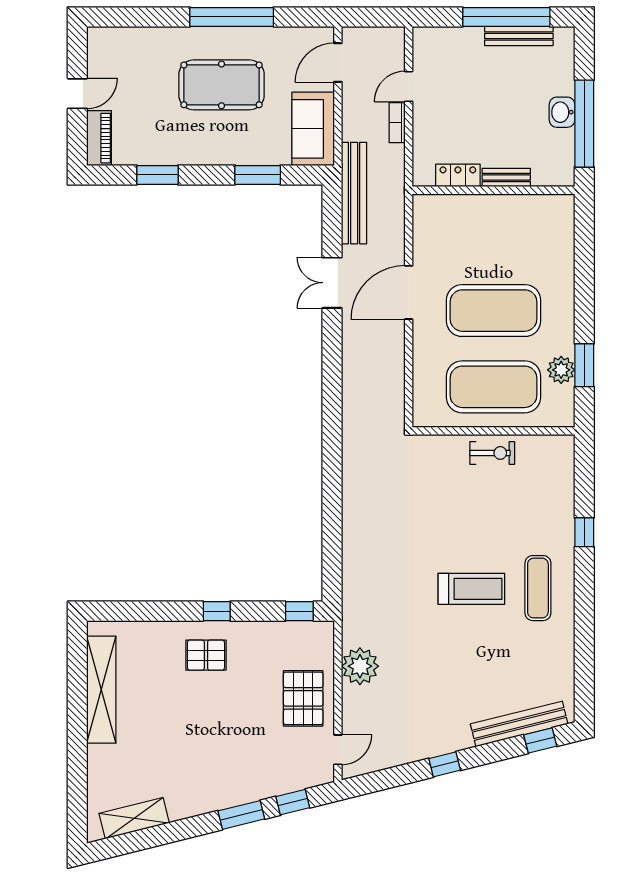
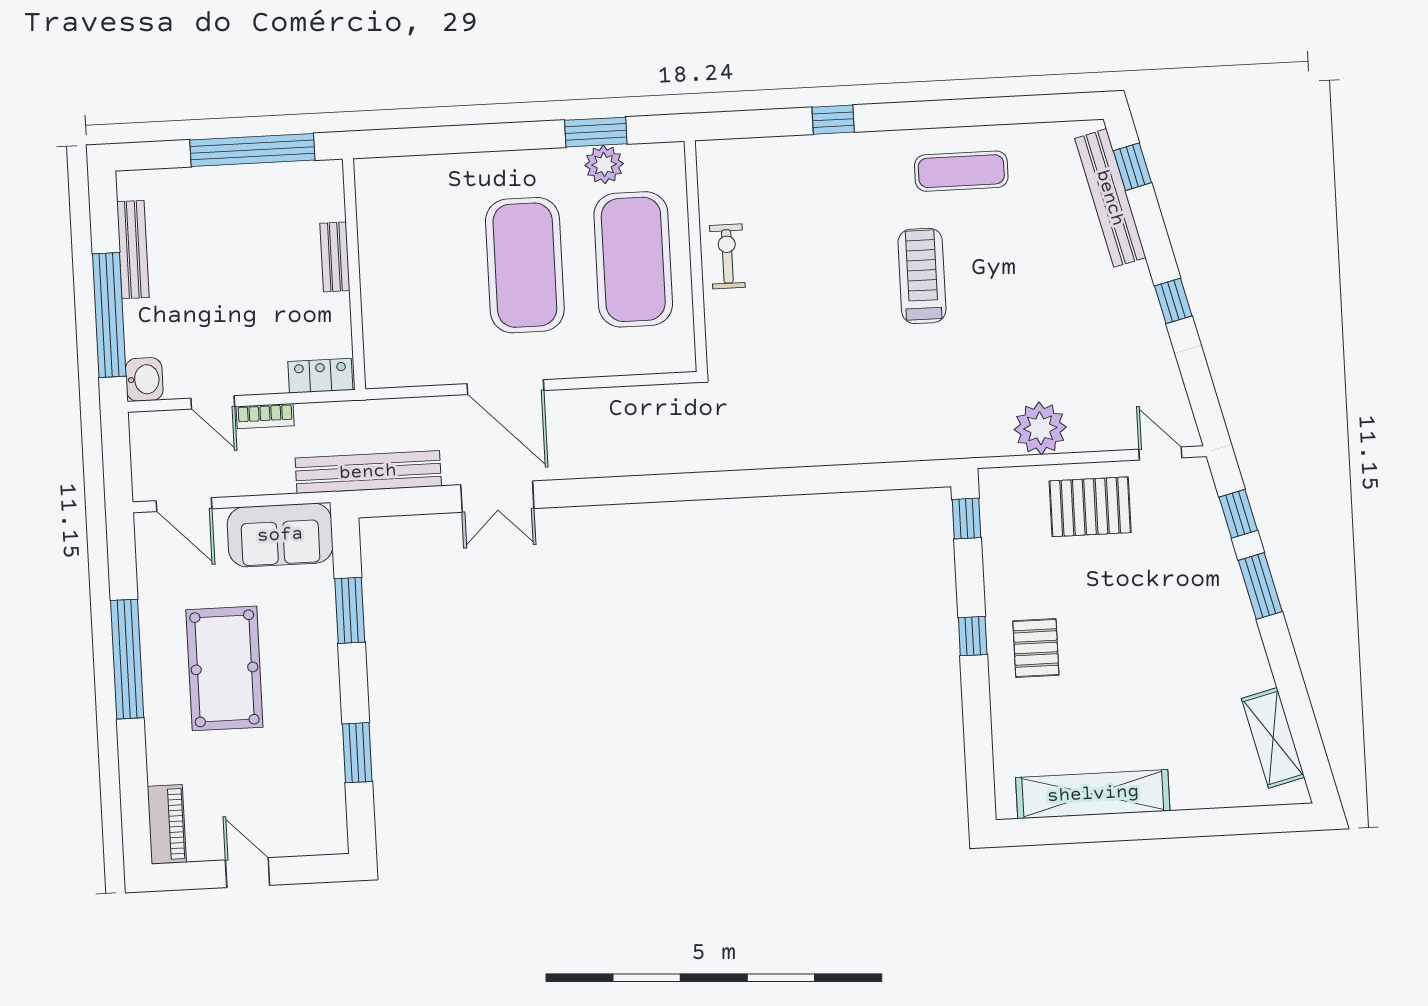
window: (506, 17) -> (109, 315), moved
washbasin: (562, 112) -> (144, 379), moved, turned -90
piano: (99, 138) -> (167, 824), moved, turned 90
locker: (458, 175) -> (320, 376), moved, turned 90
exercise mat: (538, 588) -> (961, 171), moved

